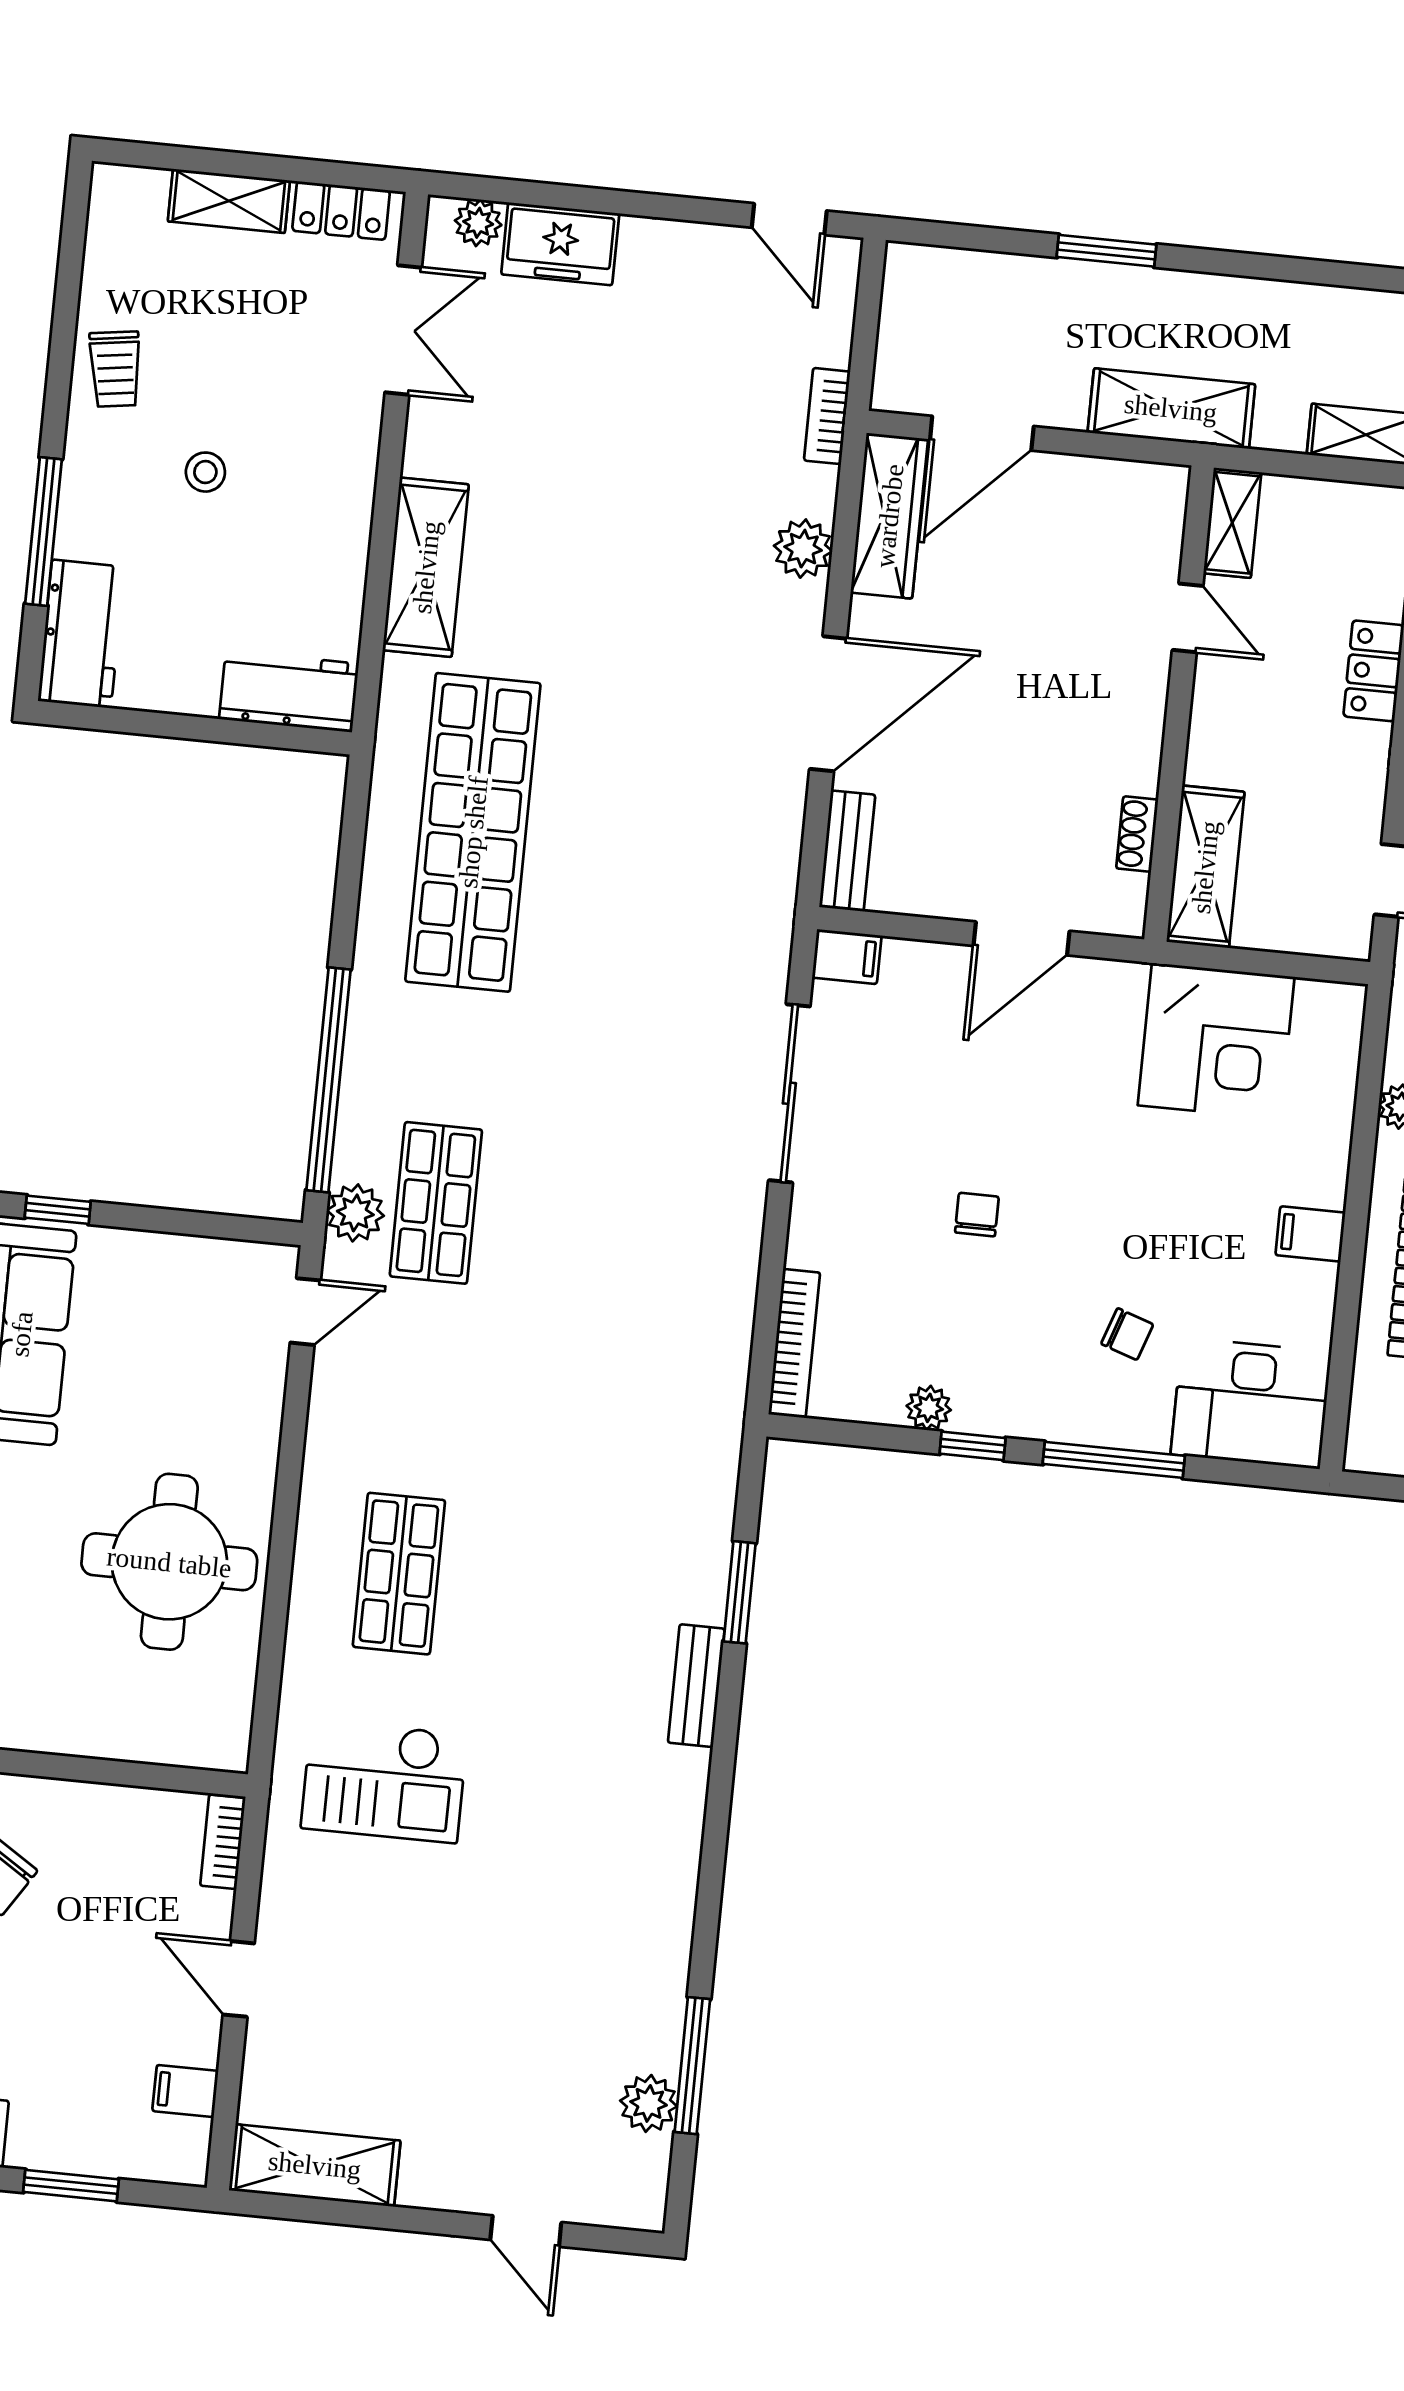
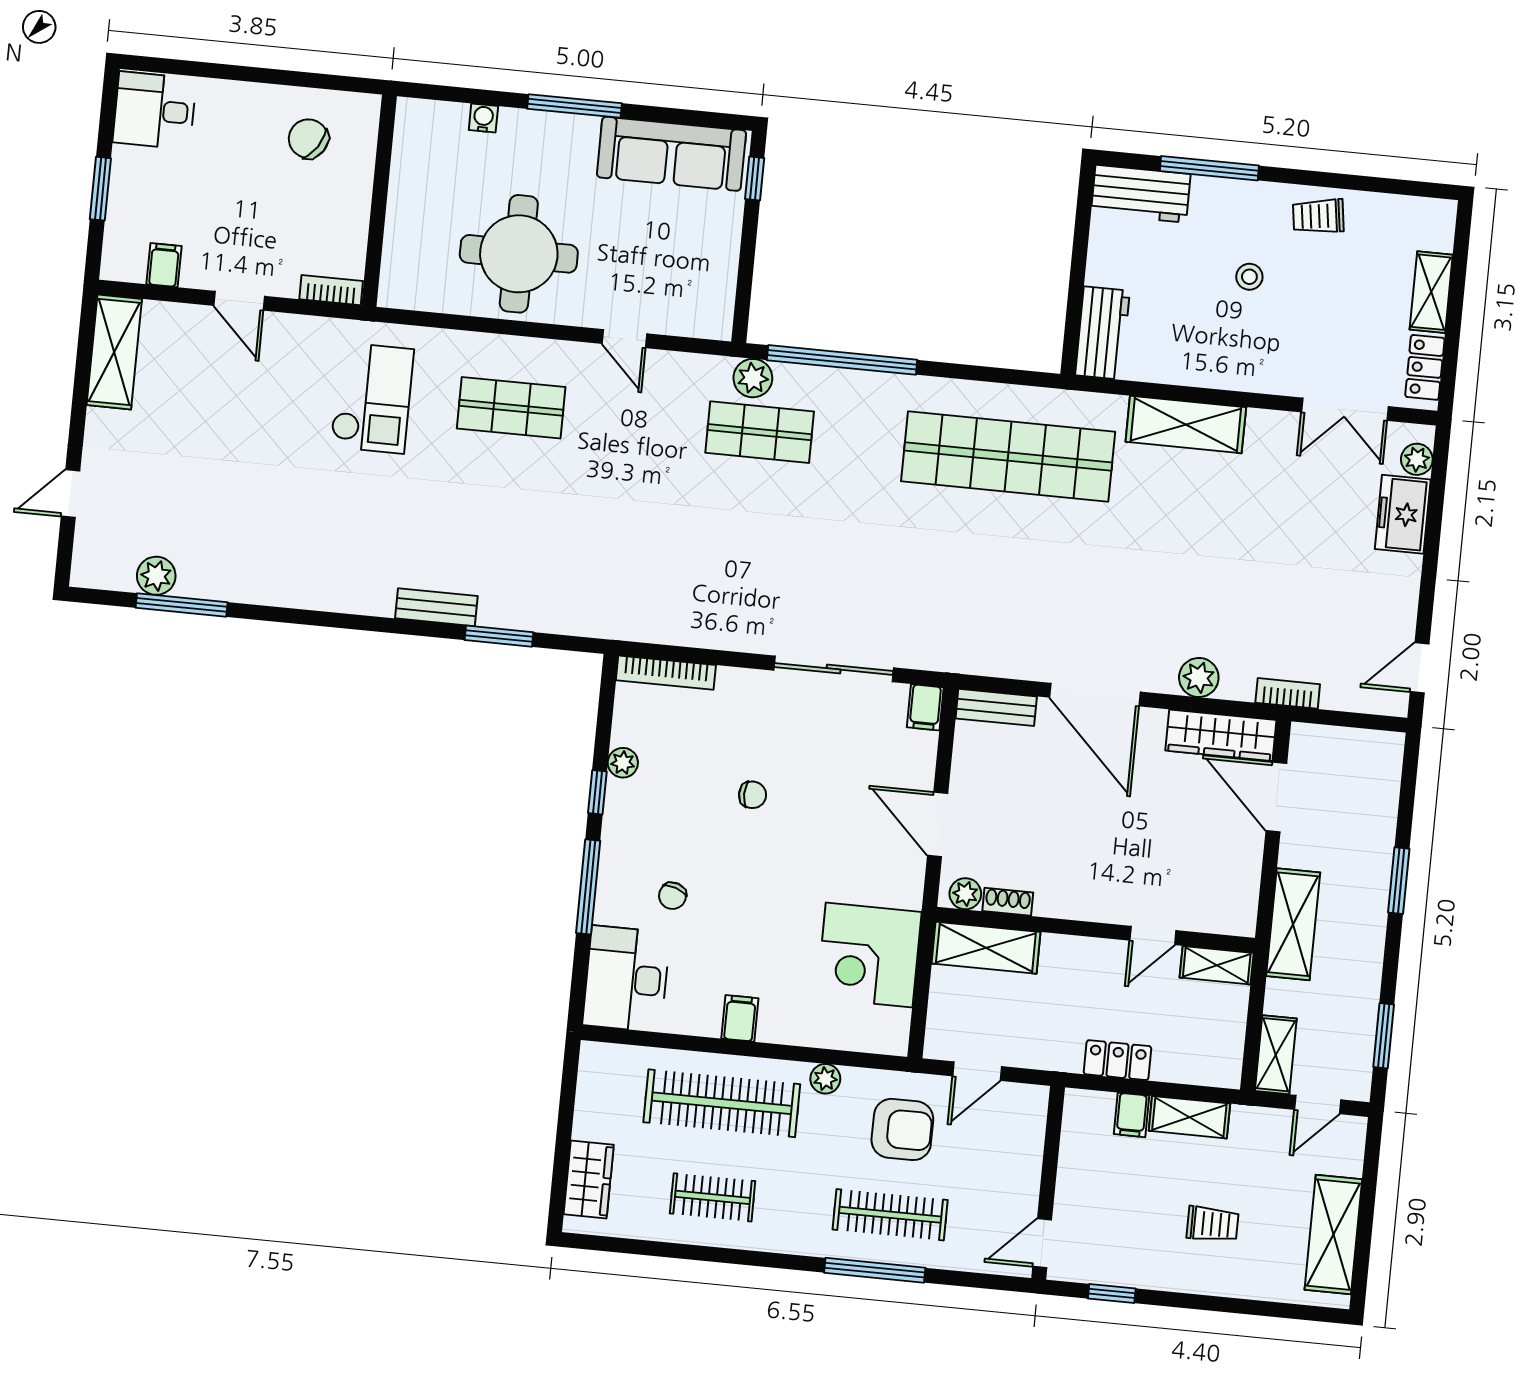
window: (1338, 274) -> (1384, 1036), added
plant: (1125, 897) -> (965, 894), added
door: (305, 1312) -> (624, 339), moved
checkout: (384, 1781) -> (372, 398), turned 180
door: (239, 1979) -> (239, 301), swing flipped

